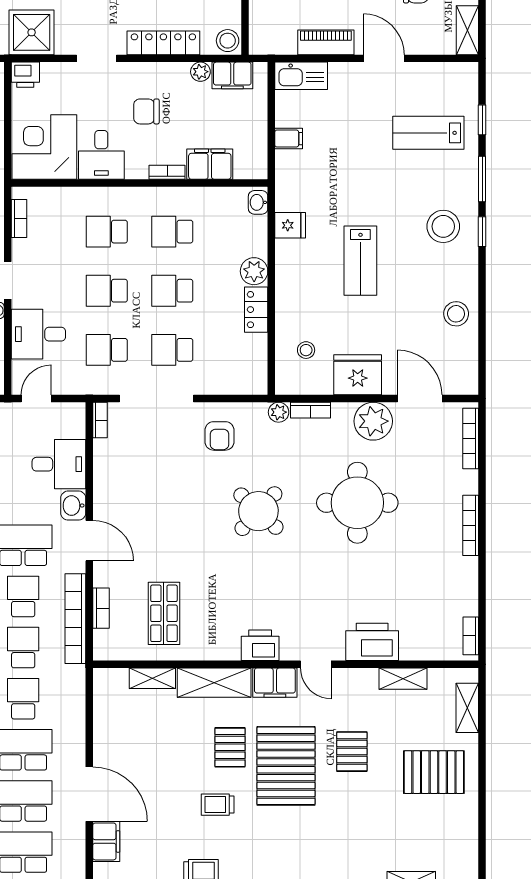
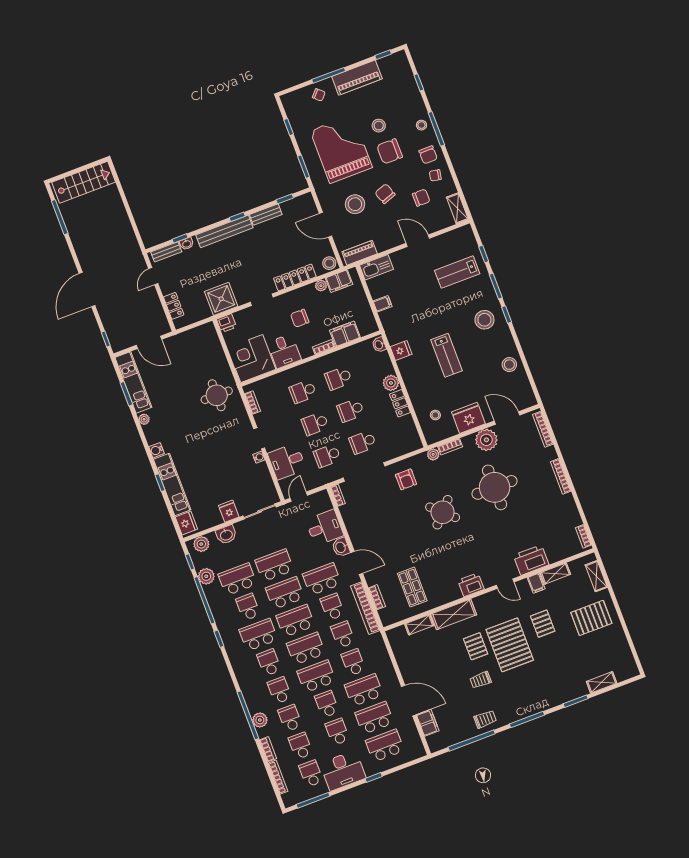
piano: (326, 42) -> (360, 253), moved
filing cabinet: (275, 683) -> (536, 583), moved, width x0.50

